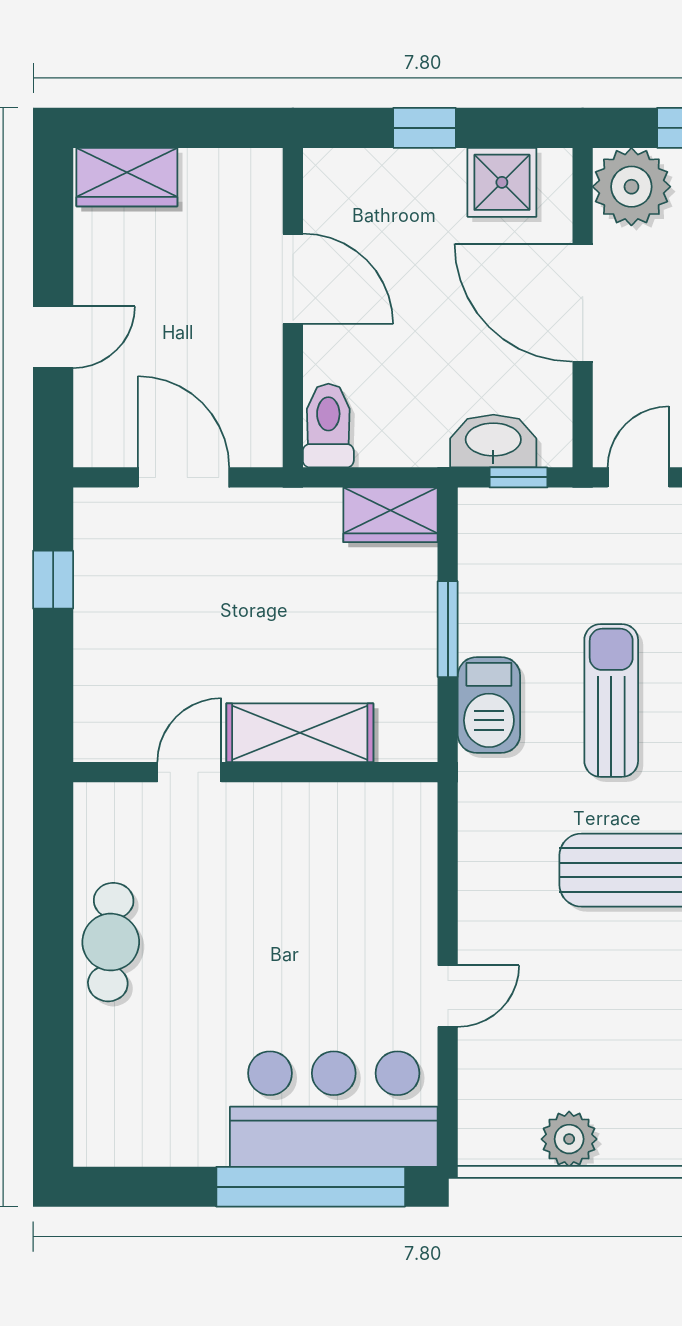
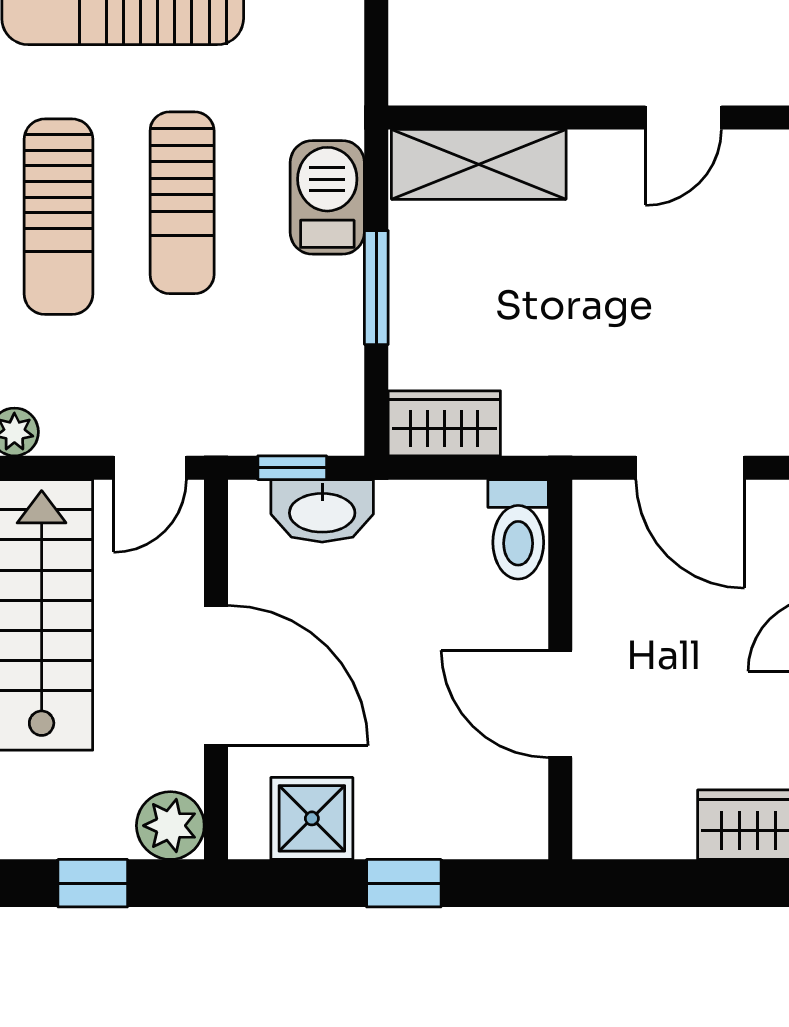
plant: (631, 187) -> (170, 826), width x0.73, depth x0.73
shelving: (300, 733) -> (479, 164), moved

